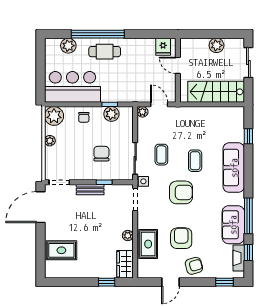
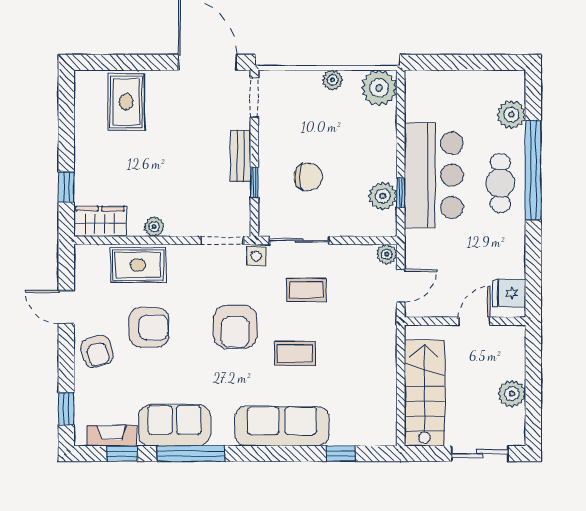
bar counter: (72, 87) -> (434, 175), moved
chair: (84, 117) -> (376, 144), removed

